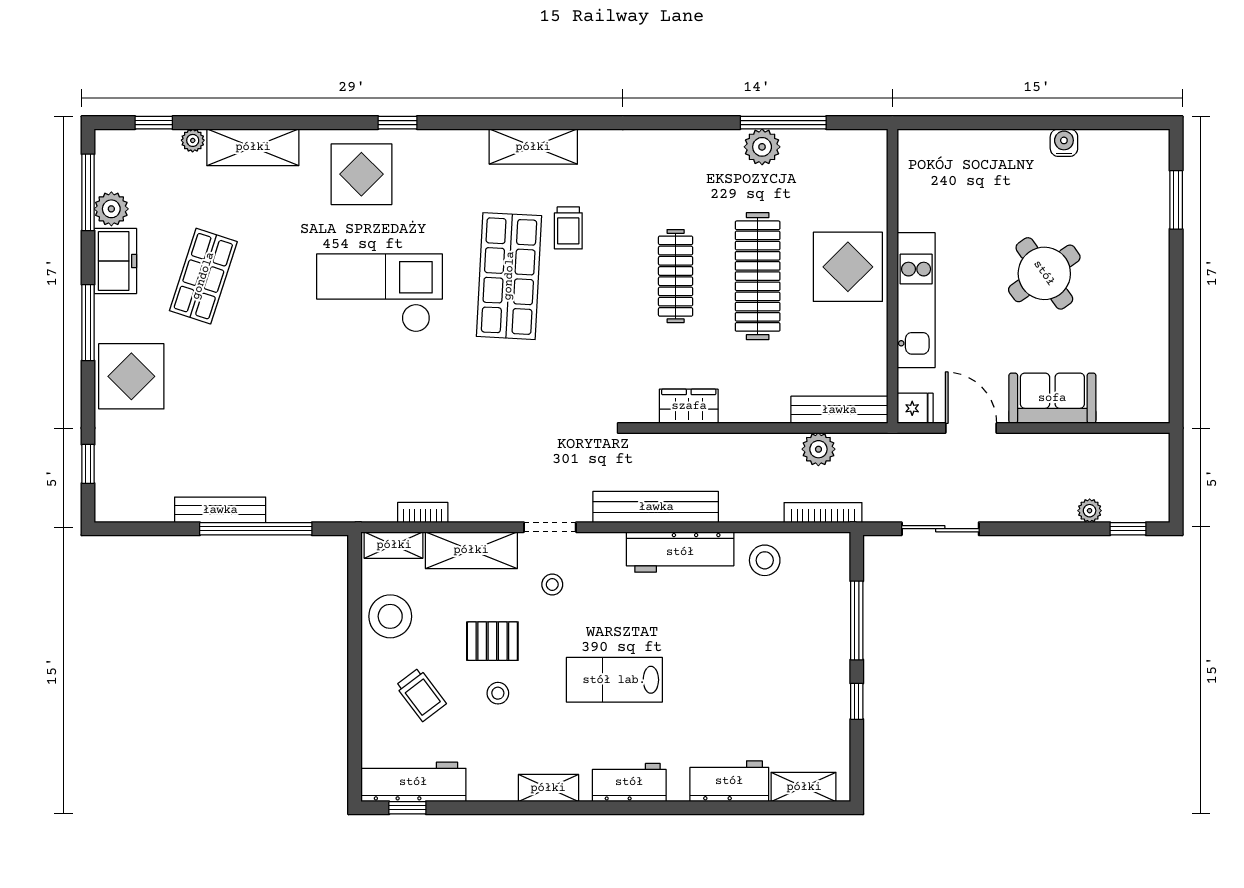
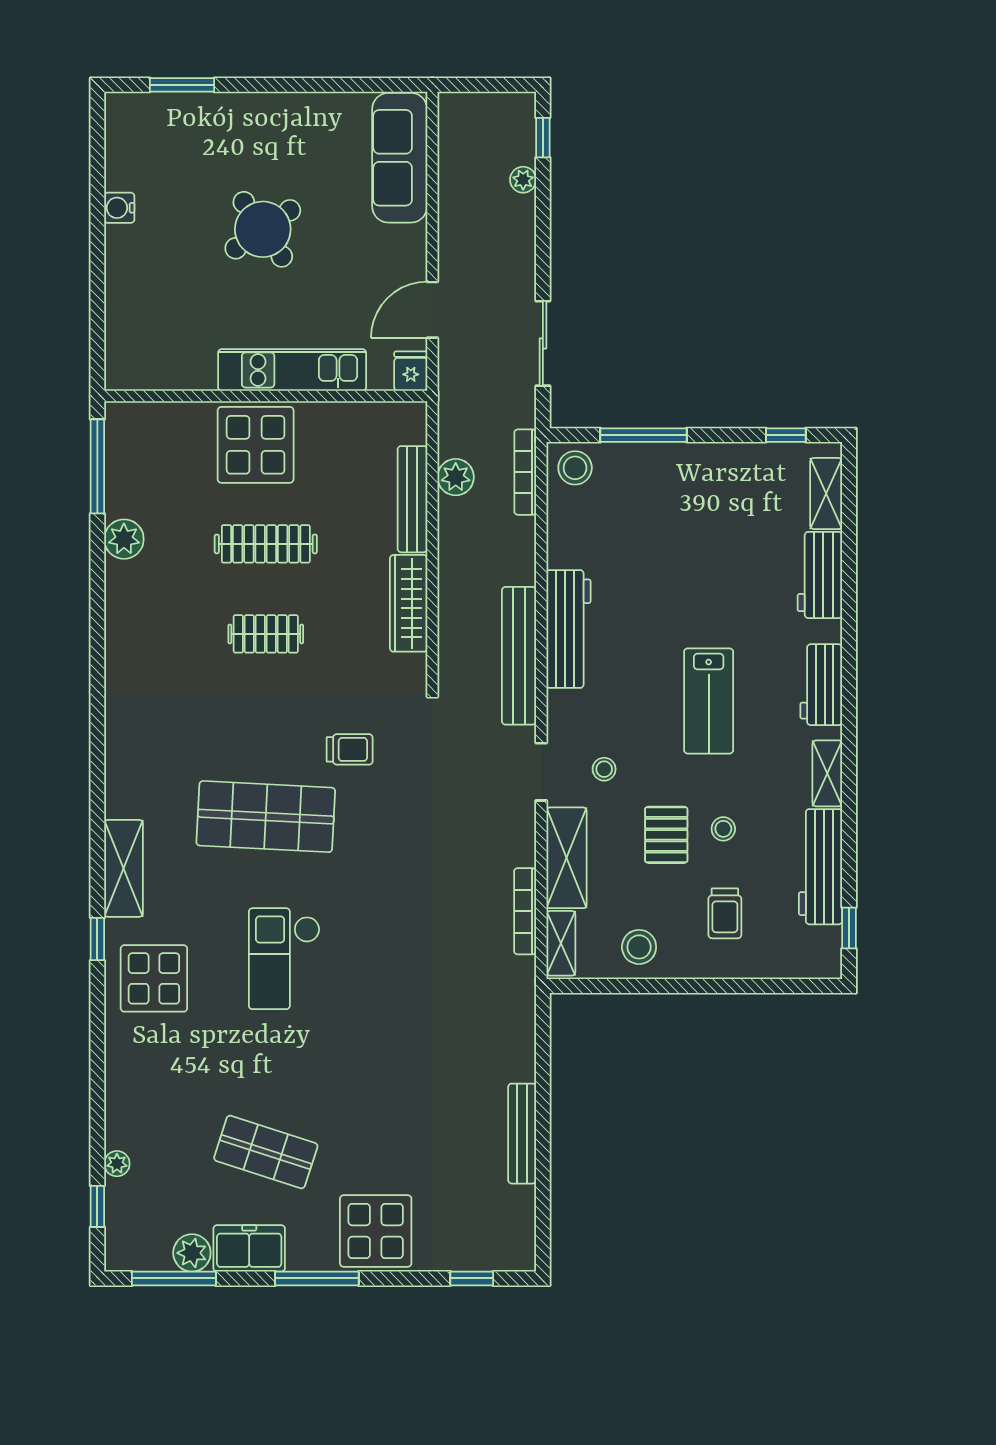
window: (783, 123) -> (97, 466), moved
shelving: (253, 147) -> (124, 1098), removed
shelving: (533, 147) -> (124, 868), moved
trolley: (568, 228) -> (350, 749), moved
clothes rail: (676, 276) -> (266, 634), width x0.73
clothes rail: (758, 276) -> (266, 544), width x0.73, depth x0.76
checkout: (379, 293) -> (284, 959), width x0.73, depth x0.83
sofa: (1052, 398) -> (400, 158), moved, width x1.36
wardrobe: (689, 406) -> (409, 603), width x1.50
bench: (839, 410) -> (412, 499), moved
bookcase: (423, 512) -> (525, 911), width x1.56
window: (256, 529) -> (543, 1094), removed
stool: (765, 560) -> (575, 468), moved
stool: (390, 616) -> (639, 947), width x0.73, depth x0.73
trolley: (421, 695) -> (725, 913), turned 127
window: (857, 701) -> (786, 435), moved
workbench: (413, 782) -> (821, 867), moved

